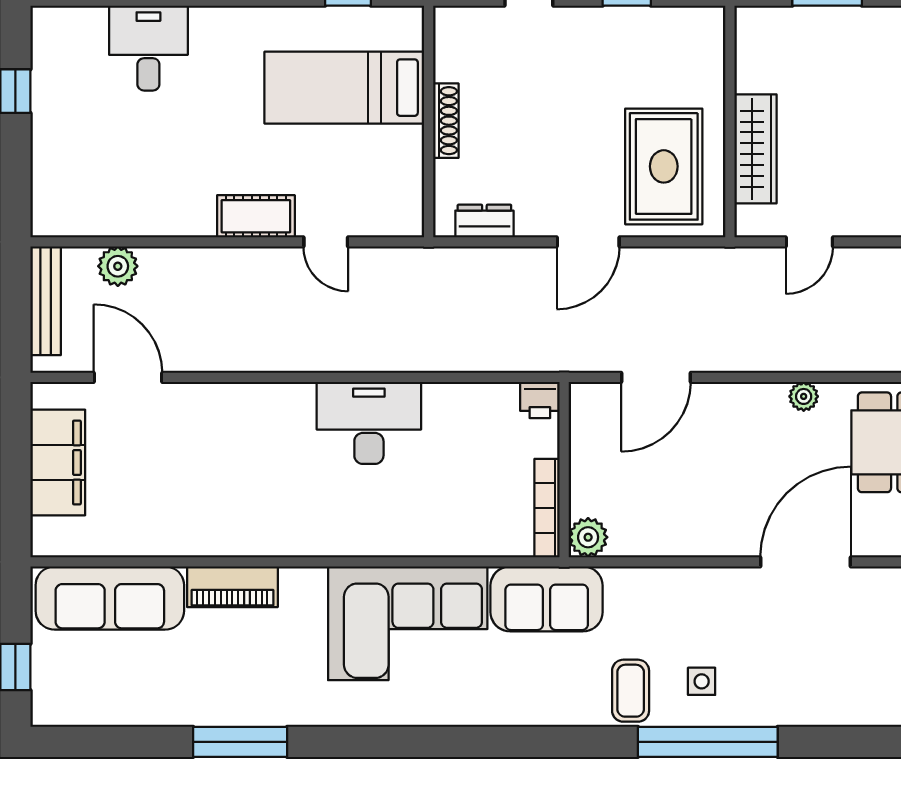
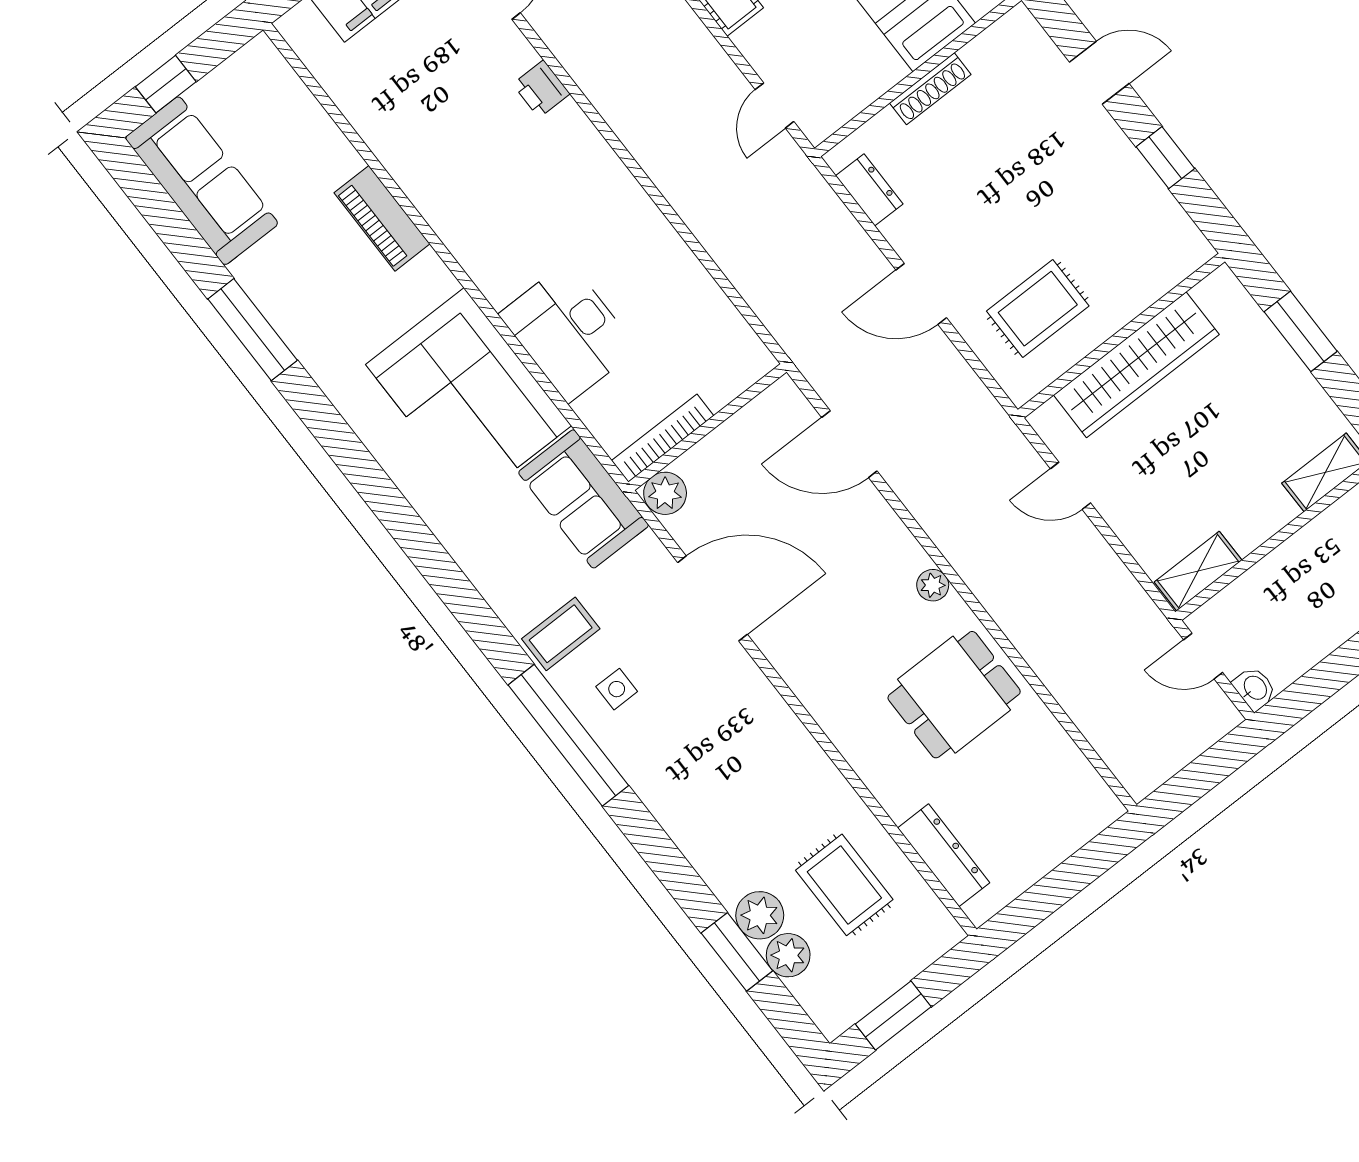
wardrobe: (755, 149) -> (1136, 365), width x1.40, depth x1.17
rug: (664, 166) -> (1038, 309), width x0.73, depth x0.70
door: (326, 242) -> (775, 106), moved
printer: (540, 400) -> (541, 89), moved
desk: (369, 423) -> (568, 332), moved, turned 180
door: (806, 562) -> (712, 598), moved
sofa: (110, 598) -> (202, 181), moved, turned 180

